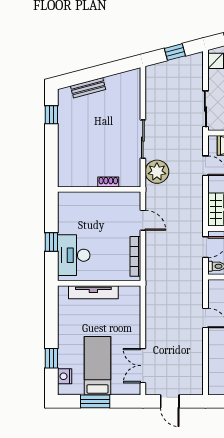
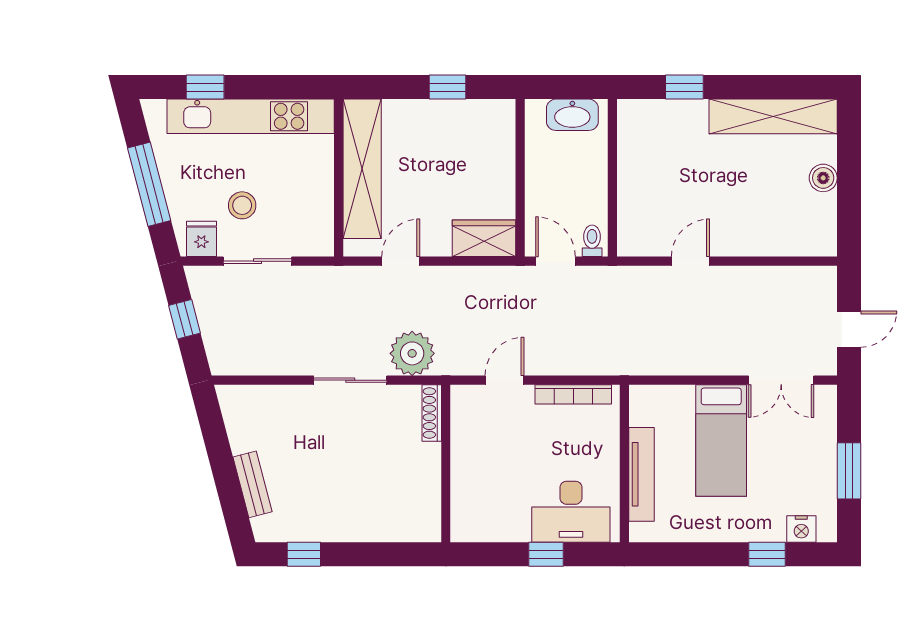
sliding door: (205, 109) -> (257, 261), moved
shoe rack: (108, 182) -> (432, 413), moved, width x1.43
bed: (97, 366) -> (721, 441), moved, turned -90

